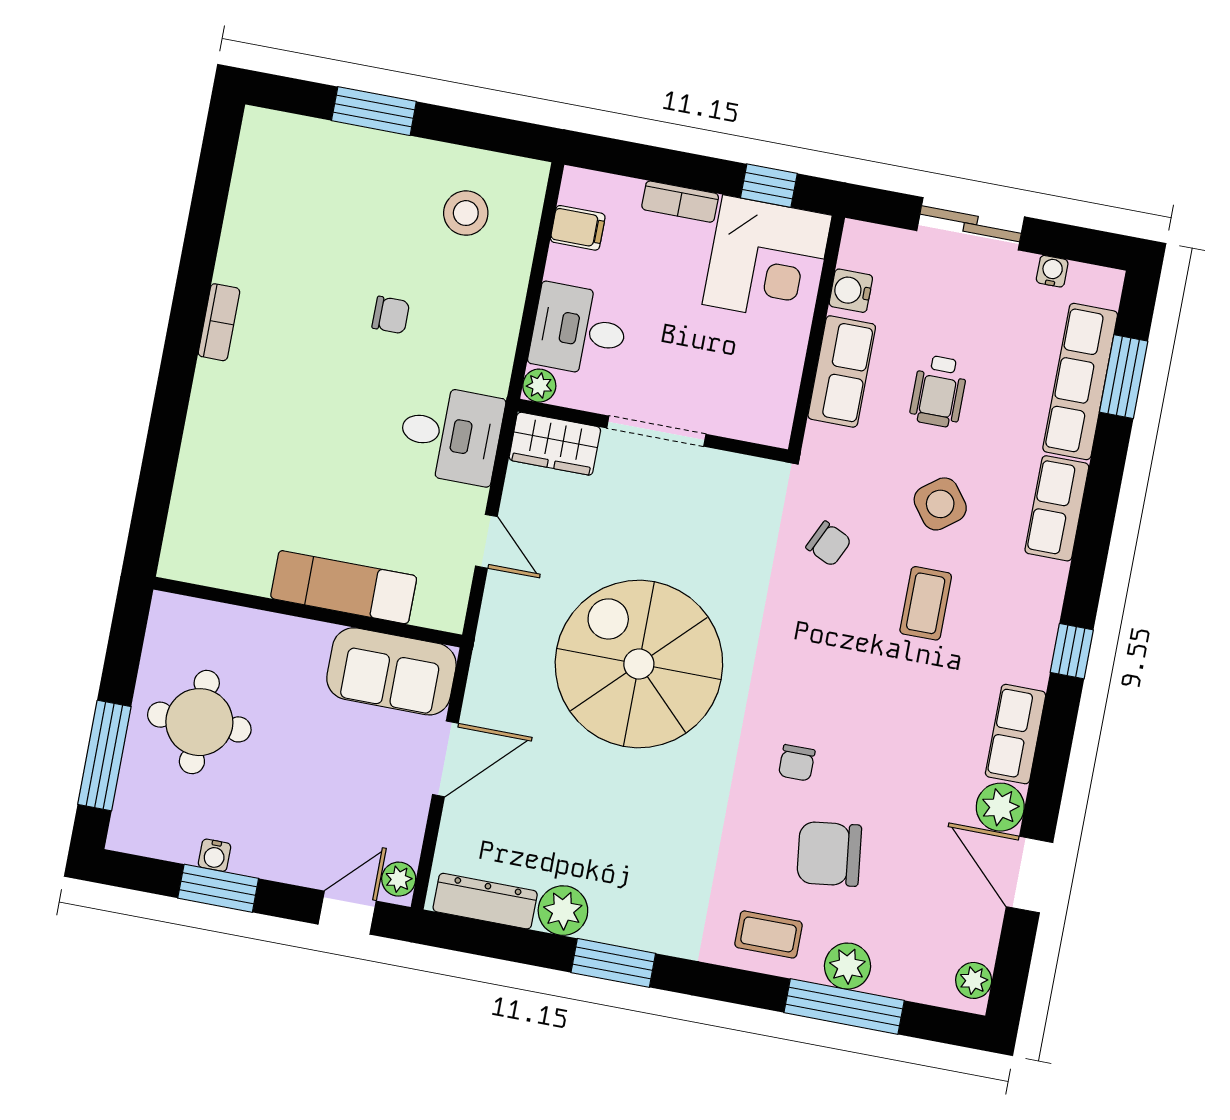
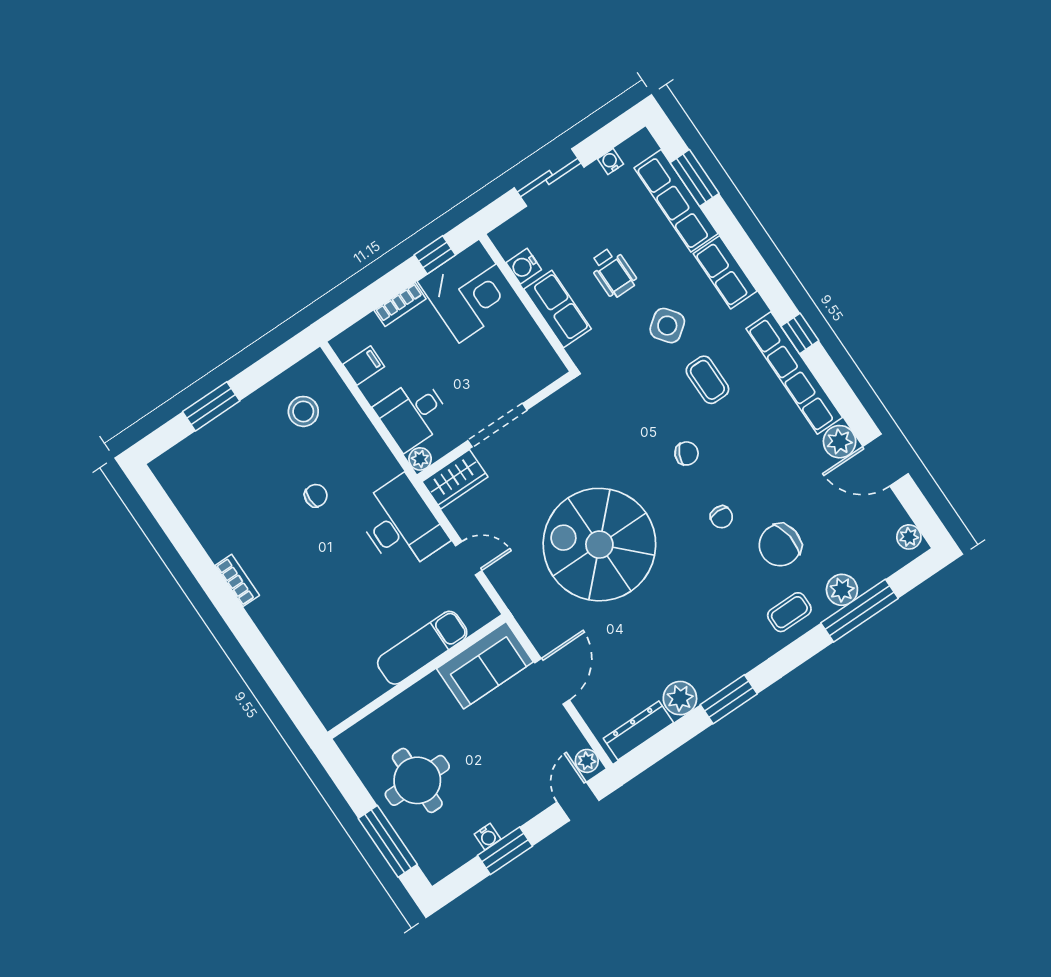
desk: (451, 435) -> (401, 524), width x1.37
chair: (829, 544) -> (687, 453), moved
row of seats: (1016, 734) -> (794, 373), width x2.02

